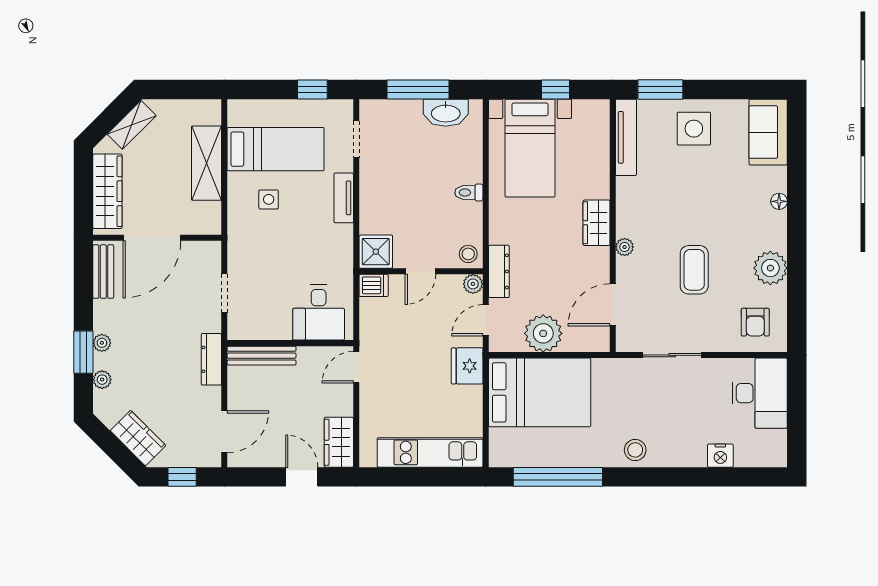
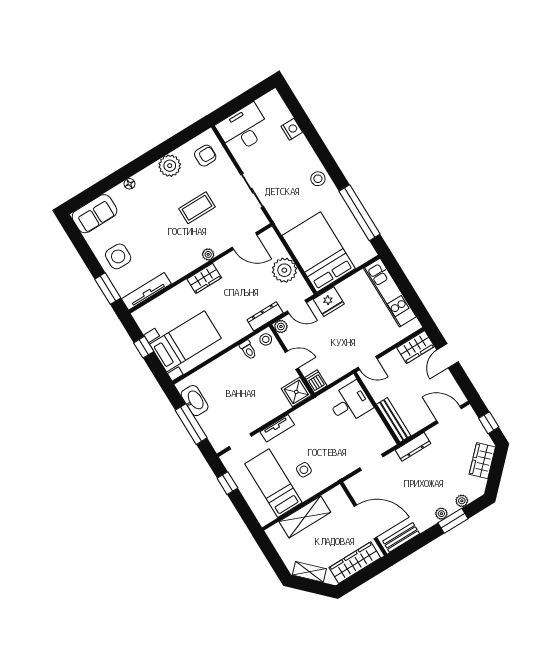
toilet: (469, 193) -> (248, 350), moved

